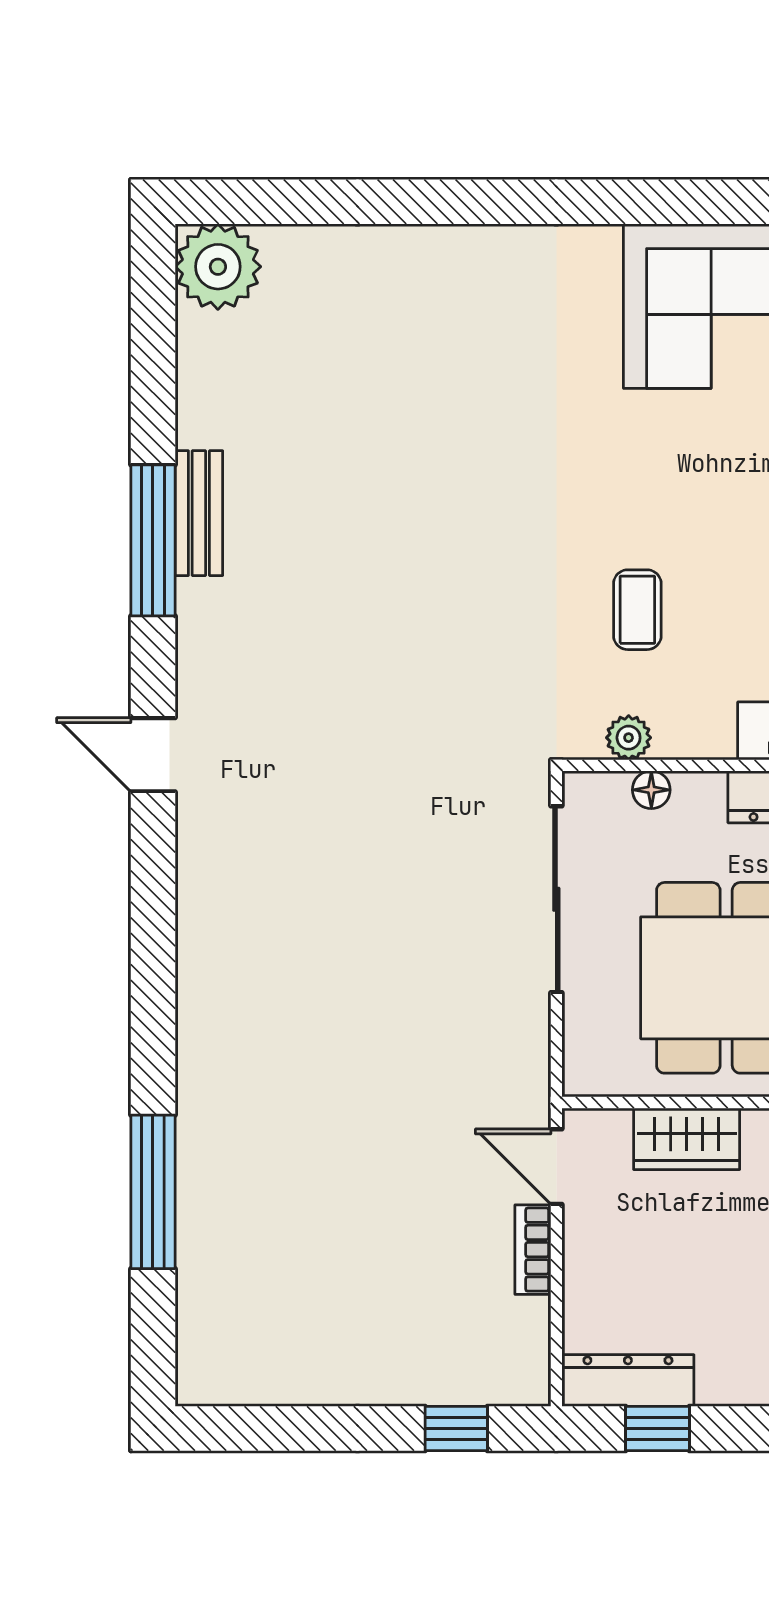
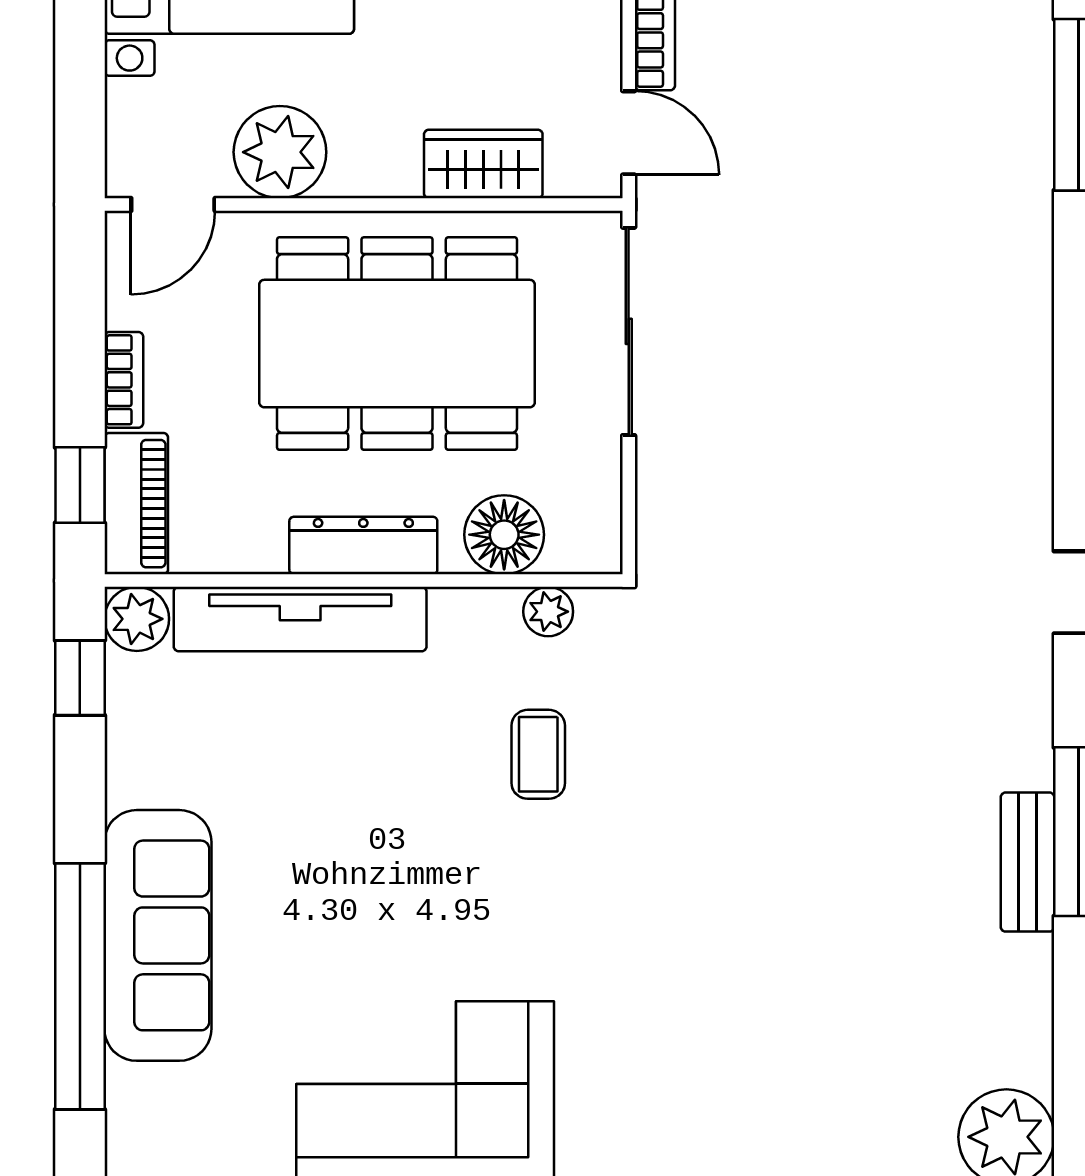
floor lamp: (651, 790) -> (504, 535), width x1.89, depth x1.89
sliding door: (556, 899) -> (629, 331), moved

